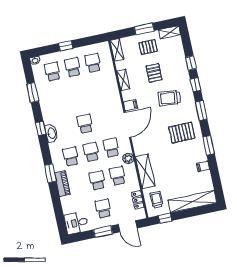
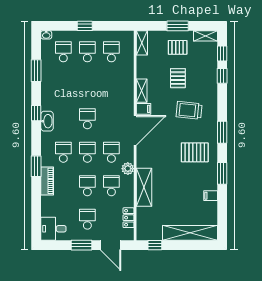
shelving: (123, 80) -> (142, 91), moved
window: (196, 85) -> (222, 54), moved
trolley: (157, 200) -> (150, 222), removed

